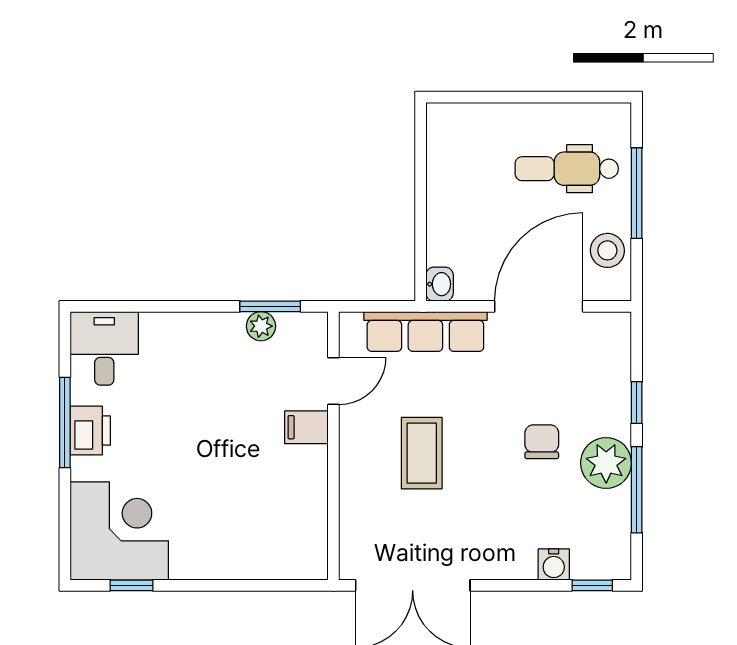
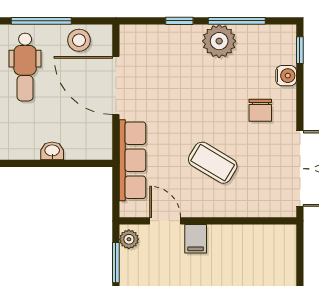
washbasin: (440, 284) -> (52, 151), moved
plant: (261, 326) -> (129, 239), moved
chair: (542, 442) -> (260, 110), moved, turned -90
coffee table: (422, 453) -> (213, 163), turned 31

